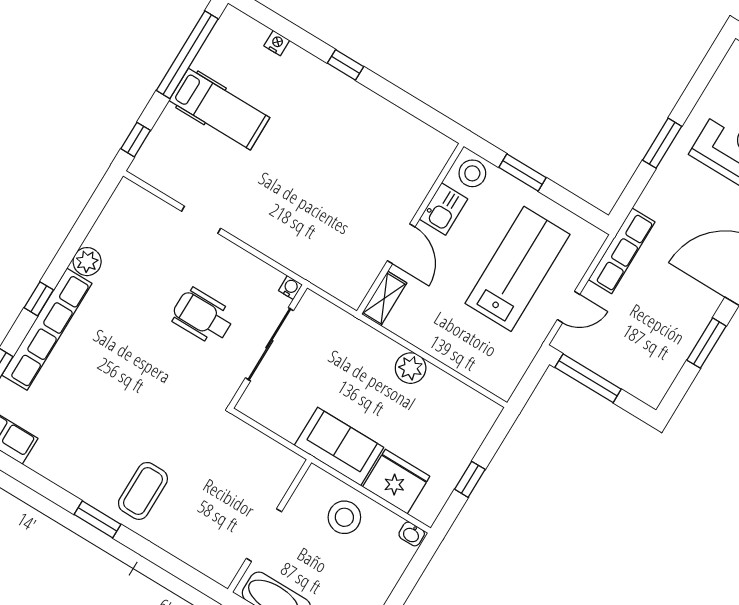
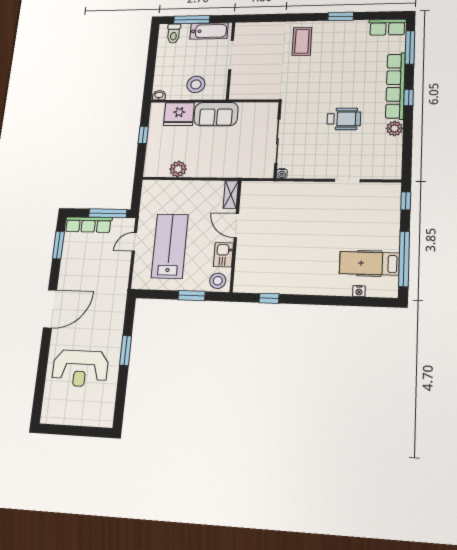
window: (346, 65) -> (269, 298), moved
hospital bed: (219, 109) -> (369, 263), moved
row of seats: (622, 251) -> (88, 225), moved, turned -90
lab bench: (517, 269) -> (170, 246), turned 180
wheelchair: (203, 316) -> (344, 119), moved
window: (706, 343) -> (58, 245), moved
plant: (411, 368) -> (178, 169), moved
window: (98, 519) -> (341, 16), moved

